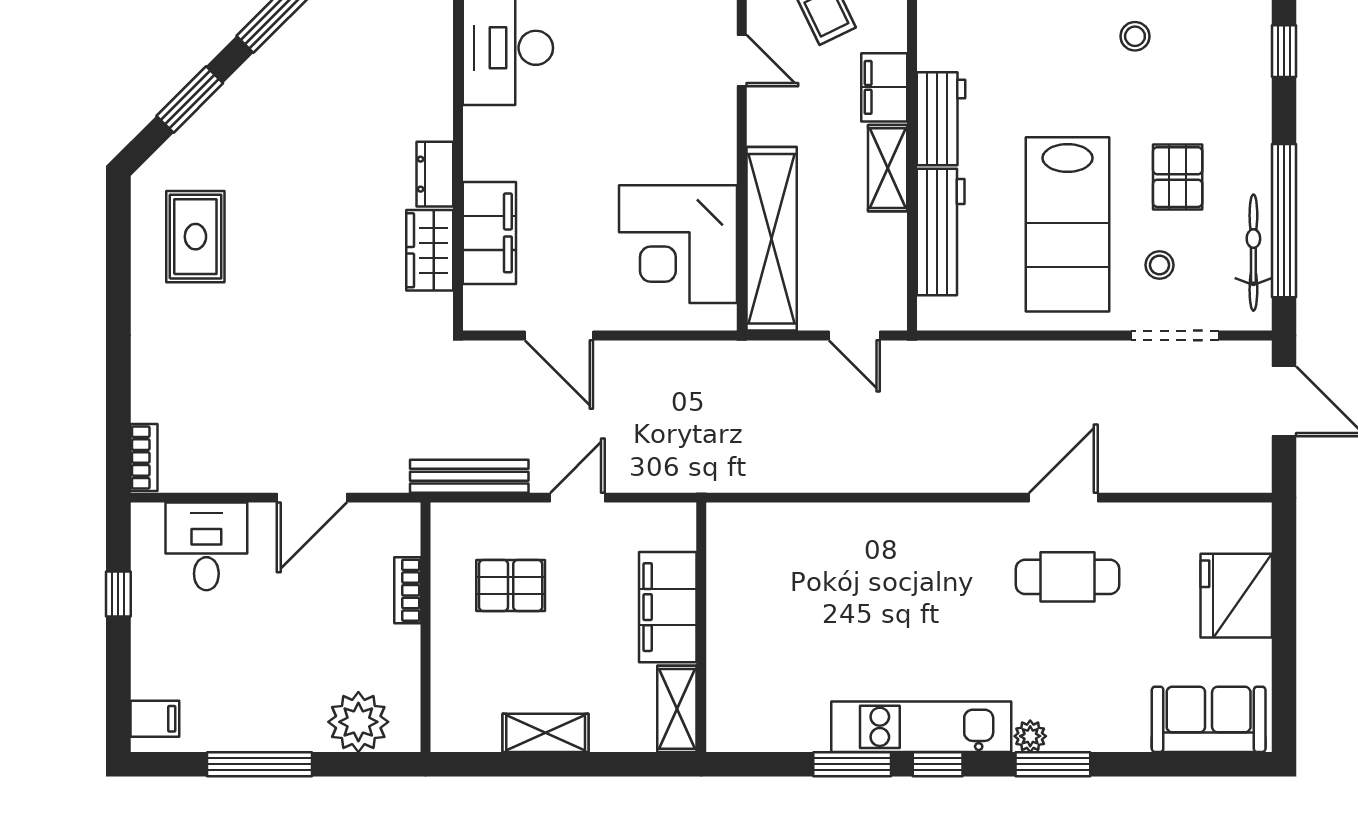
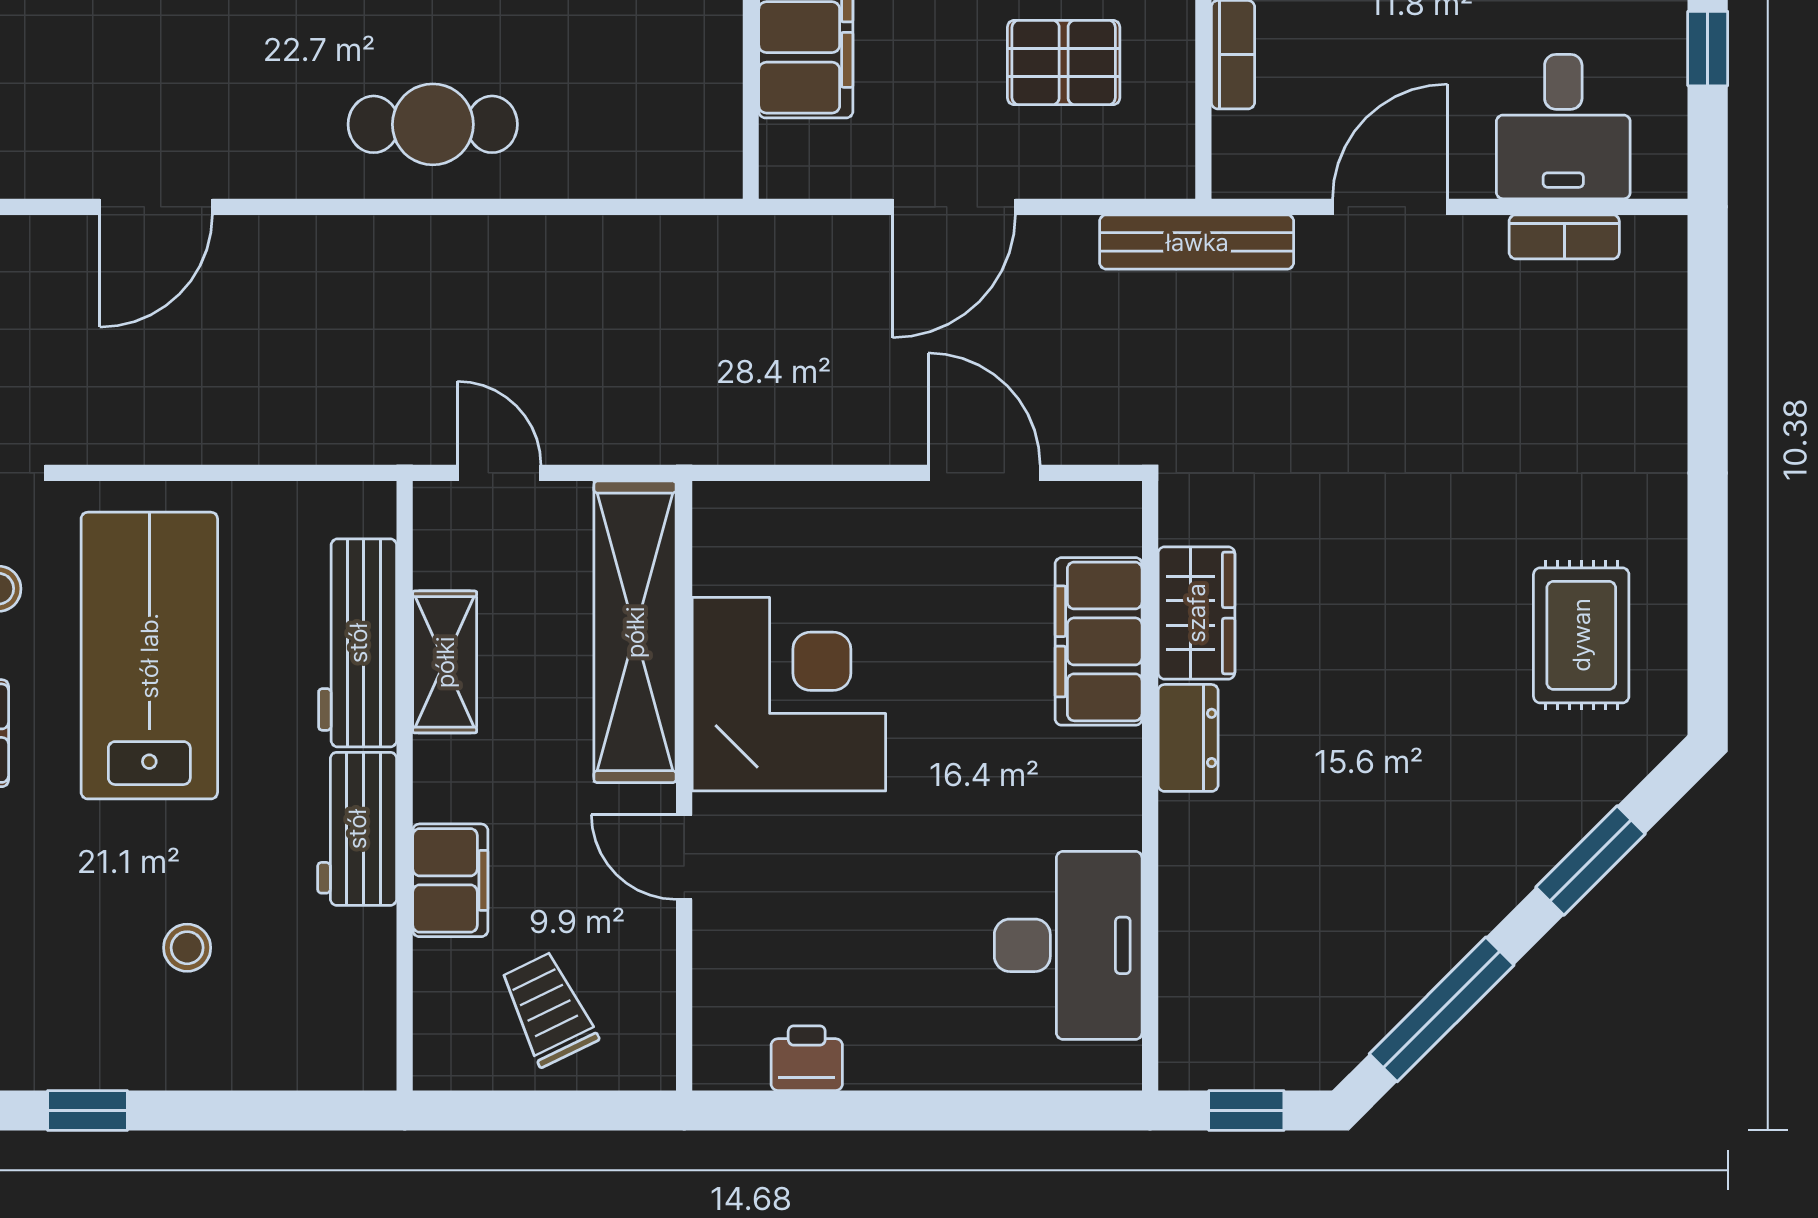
stool: (1135, 36) -> (187, 948), moved
door: (742, 61) -> (684, 857), moved
shelving: (888, 168) -> (445, 662), moved
corner desk: (678, 244) -> (789, 694), moved
bookcase: (144, 458) -> (1564, 237), moved, turned -90
bench: (469, 476) -> (1197, 242), moved
door: (577, 498) -> (954, 207), width x1.38
cafe table: (1067, 577) -> (433, 124), moved

